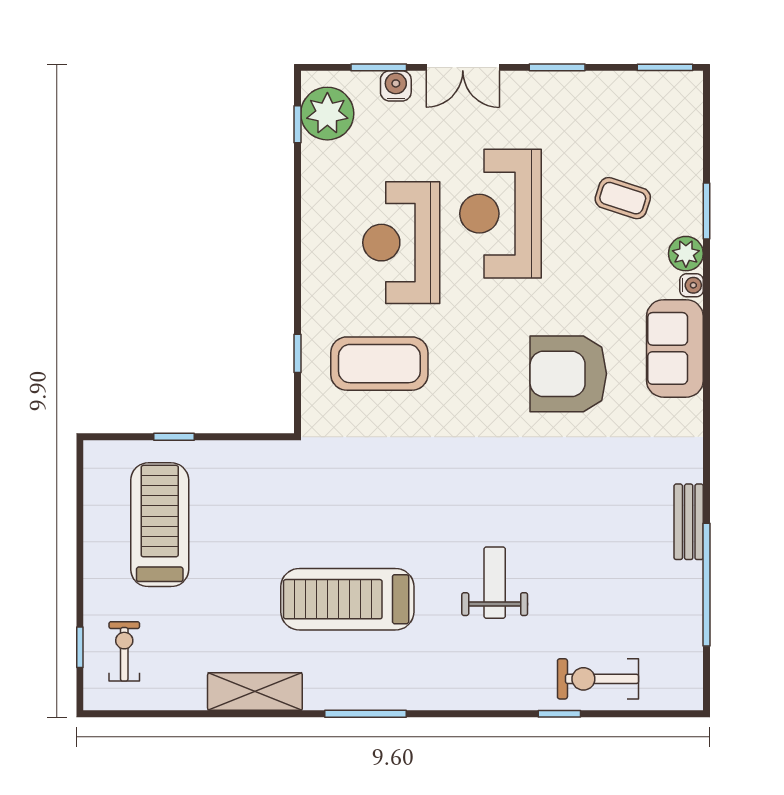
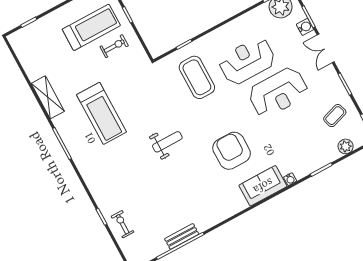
coffee table: (623, 198) -> (335, 116), moved, turned 54
reception desk: (500, 214) -> (278, 92), turned 180
plant: (686, 254) -> (346, 146), moved
bench: (689, 522) -> (182, 236), moved
weight bench: (495, 583) -> (167, 142), moved
treadmill: (347, 599) -> (101, 113), turned 180
exercise bike: (124, 651) -> (114, 46), moved
exercise bike: (598, 679) -> (123, 224), width x0.73, depth x0.72

